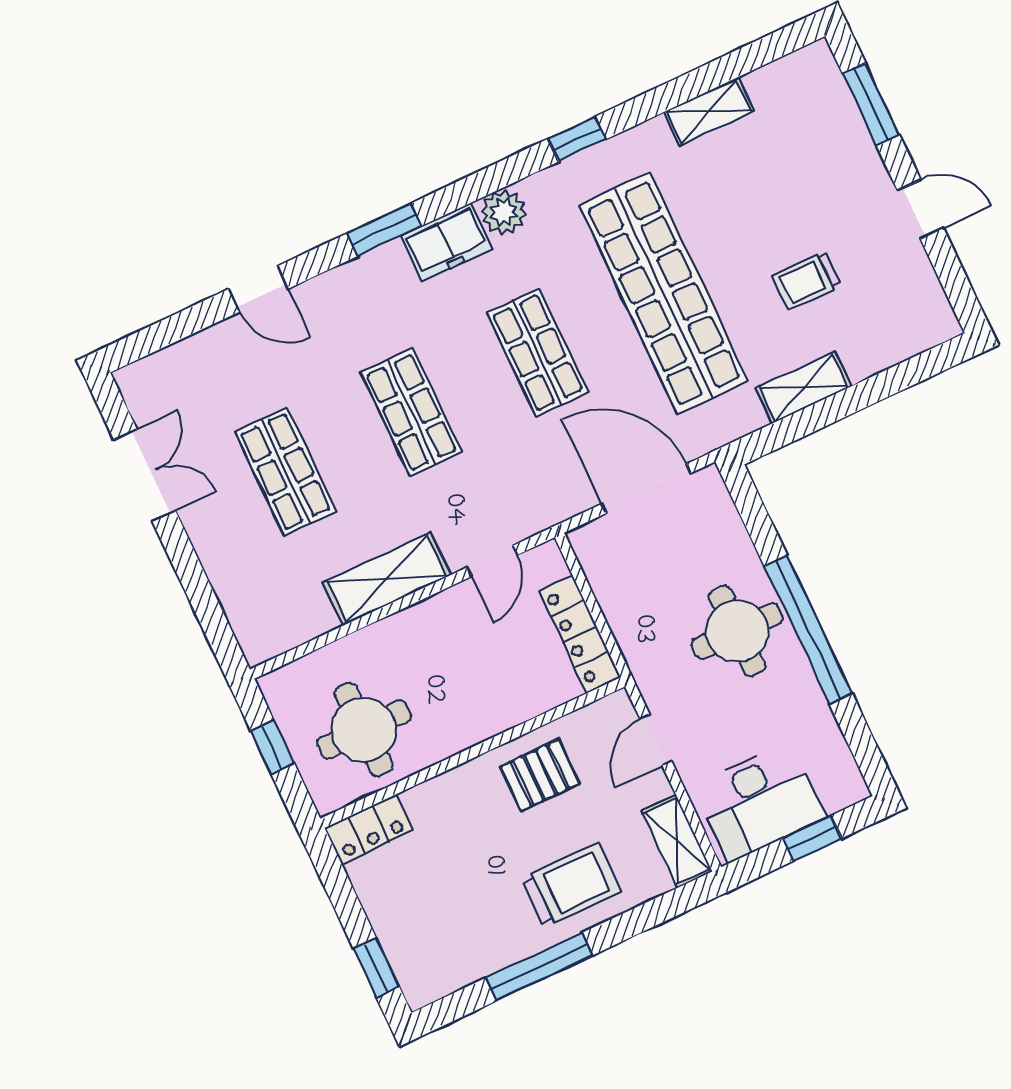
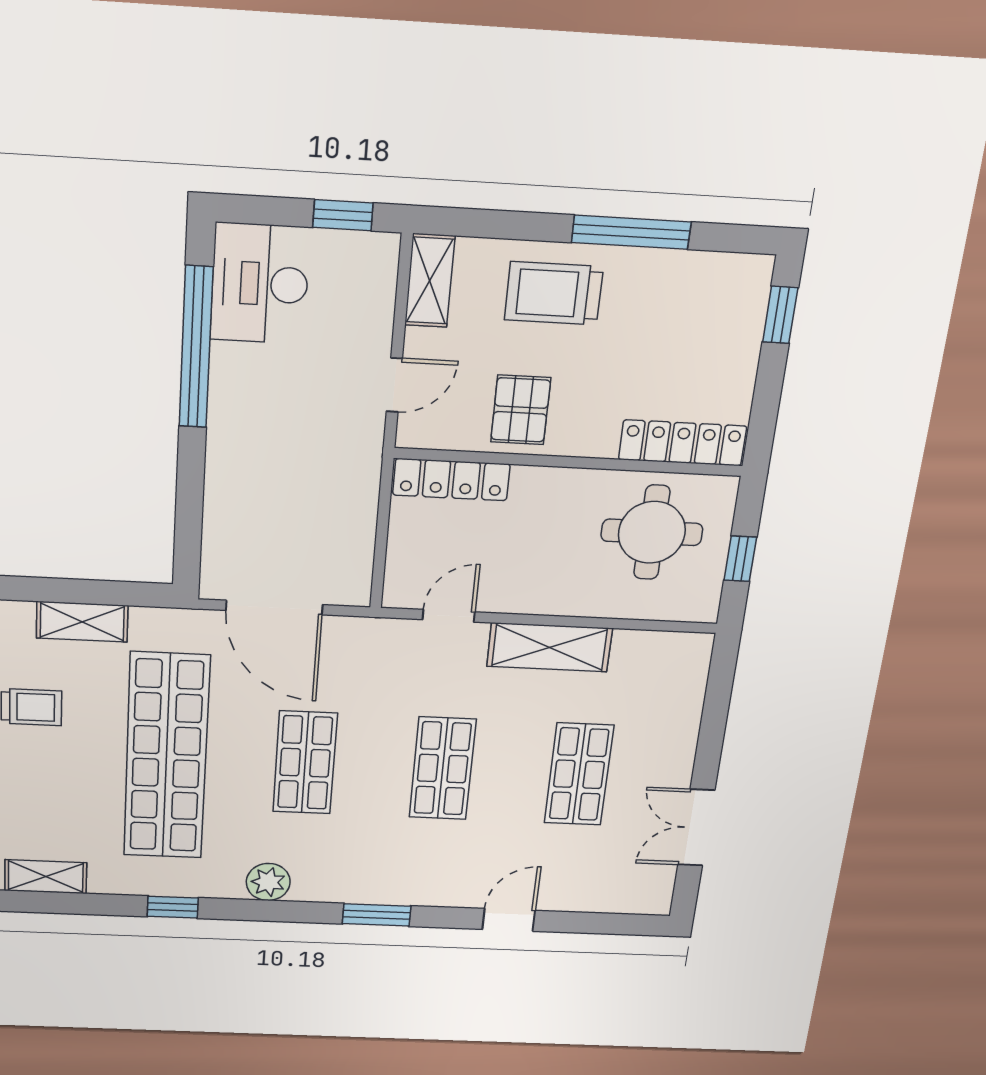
freezer: (446, 242) -> (331, 882), removed
door: (258, 289) -> (509, 920), hinge flipped
window: (808, 630) -> (196, 347), moved
round table: (737, 631) -> (262, 443), removed
locker: (580, 634) -> (451, 480), moved, turned 90
pallet: (540, 775) -> (521, 410), turned 90
desk: (759, 802) -> (260, 284), moved, turned -90
locker: (369, 829) -> (683, 443), width x1.53
window: (812, 838) -> (343, 215), moved

